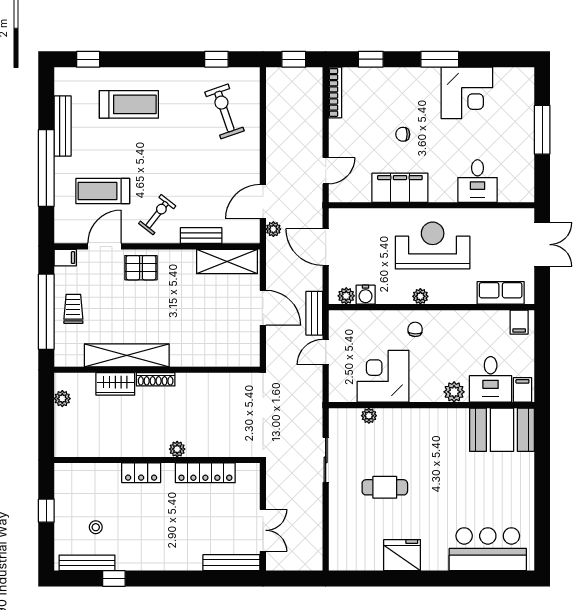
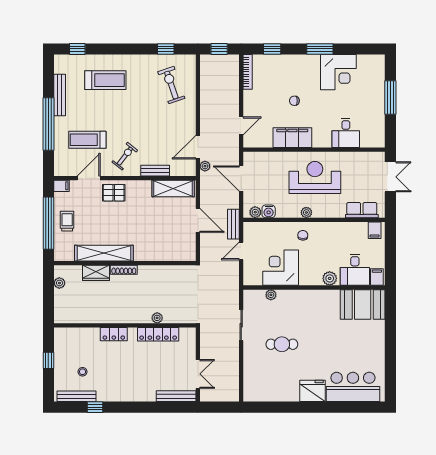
plant: (177, 449) -> (157, 318), moved
fridge: (402, 555) -> (313, 391), moved

